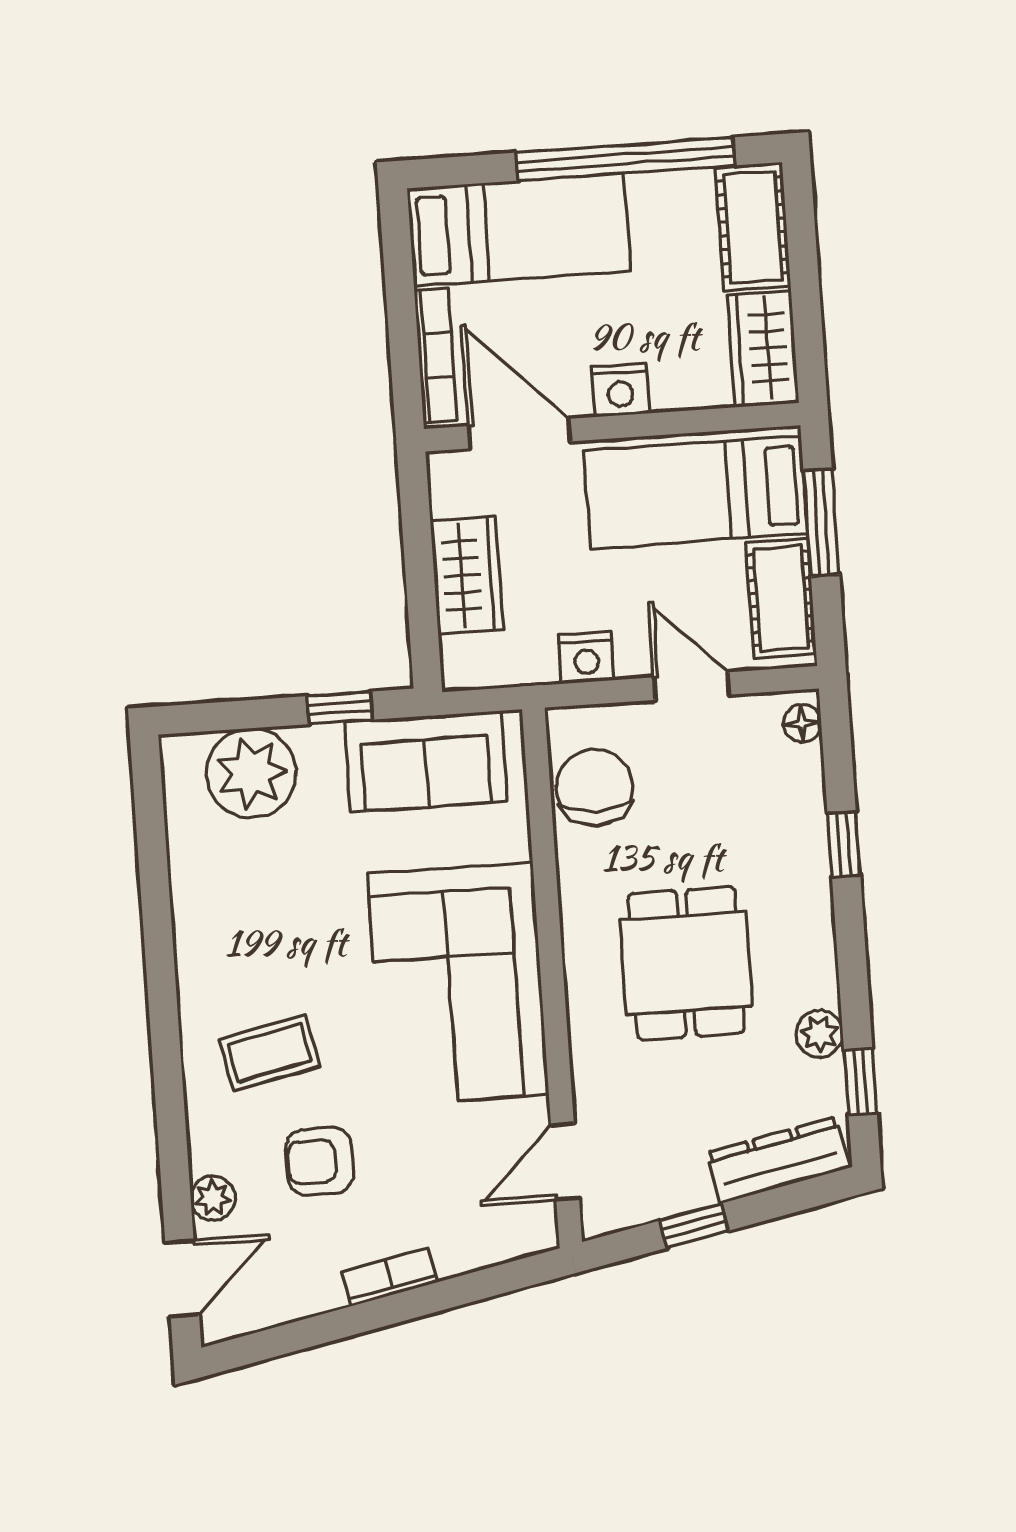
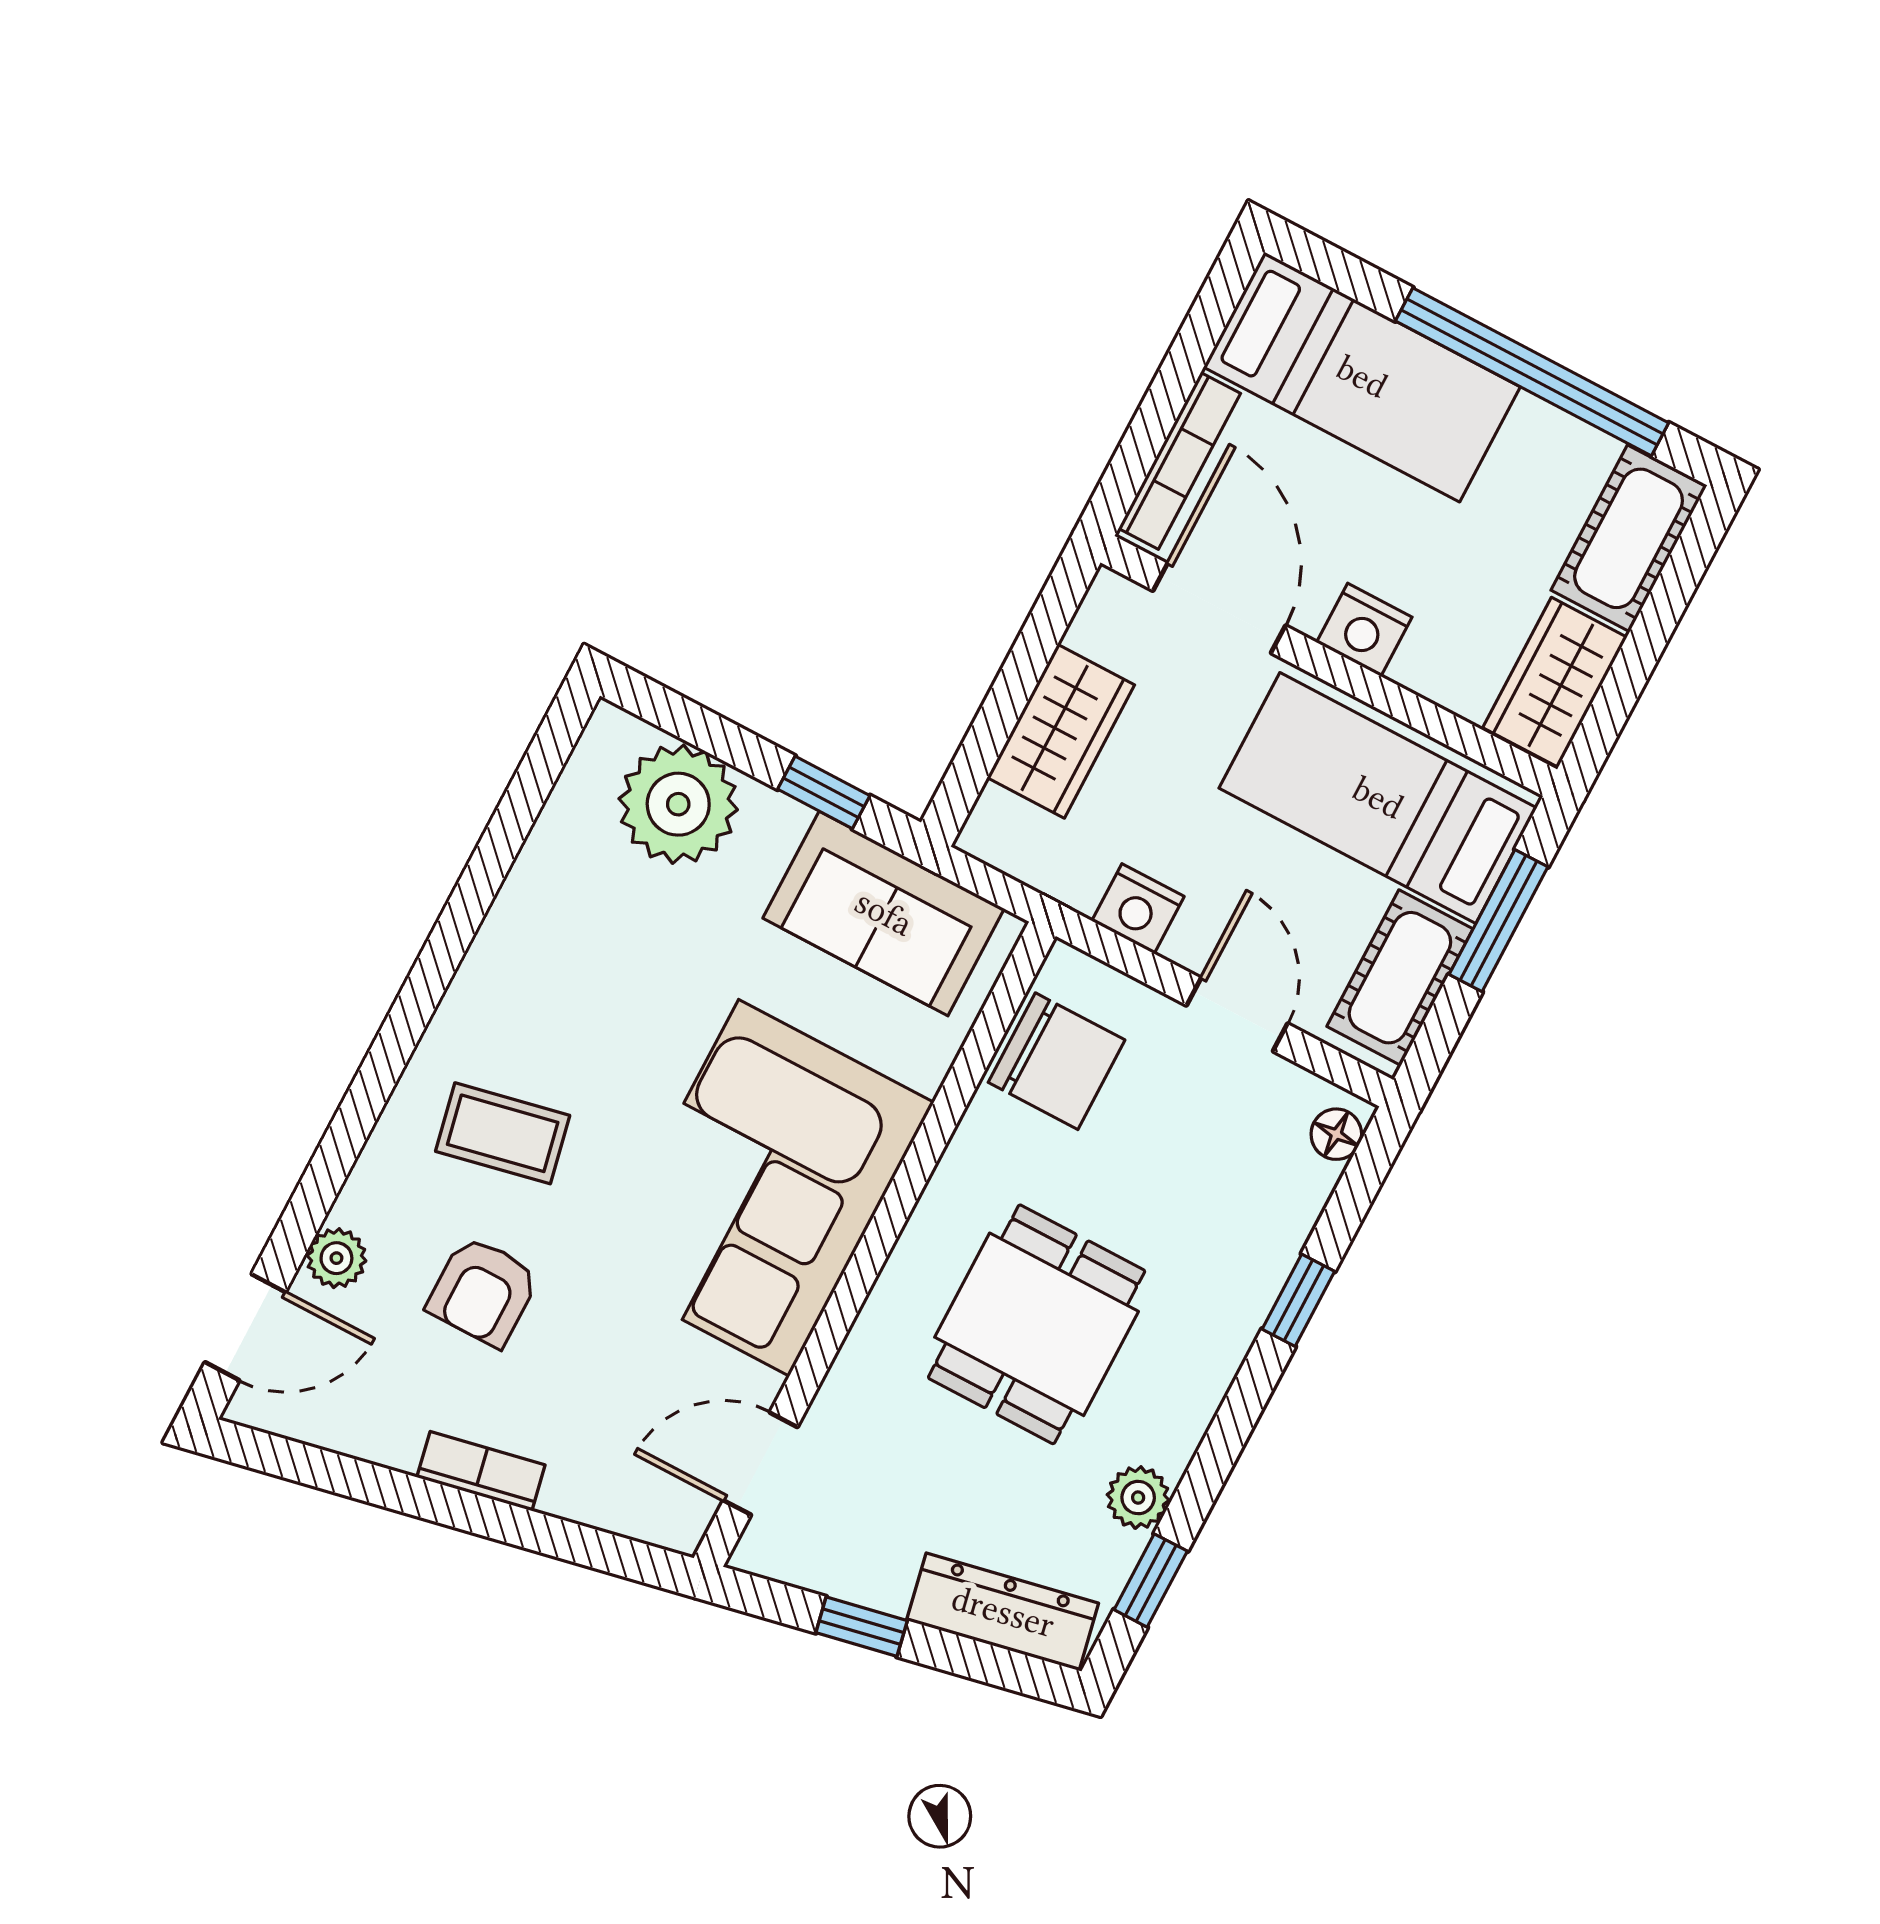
chair: (595, 787) -> (1057, 1061), turned 90
armchair: (320, 1161) -> (483, 1291), turned -90

